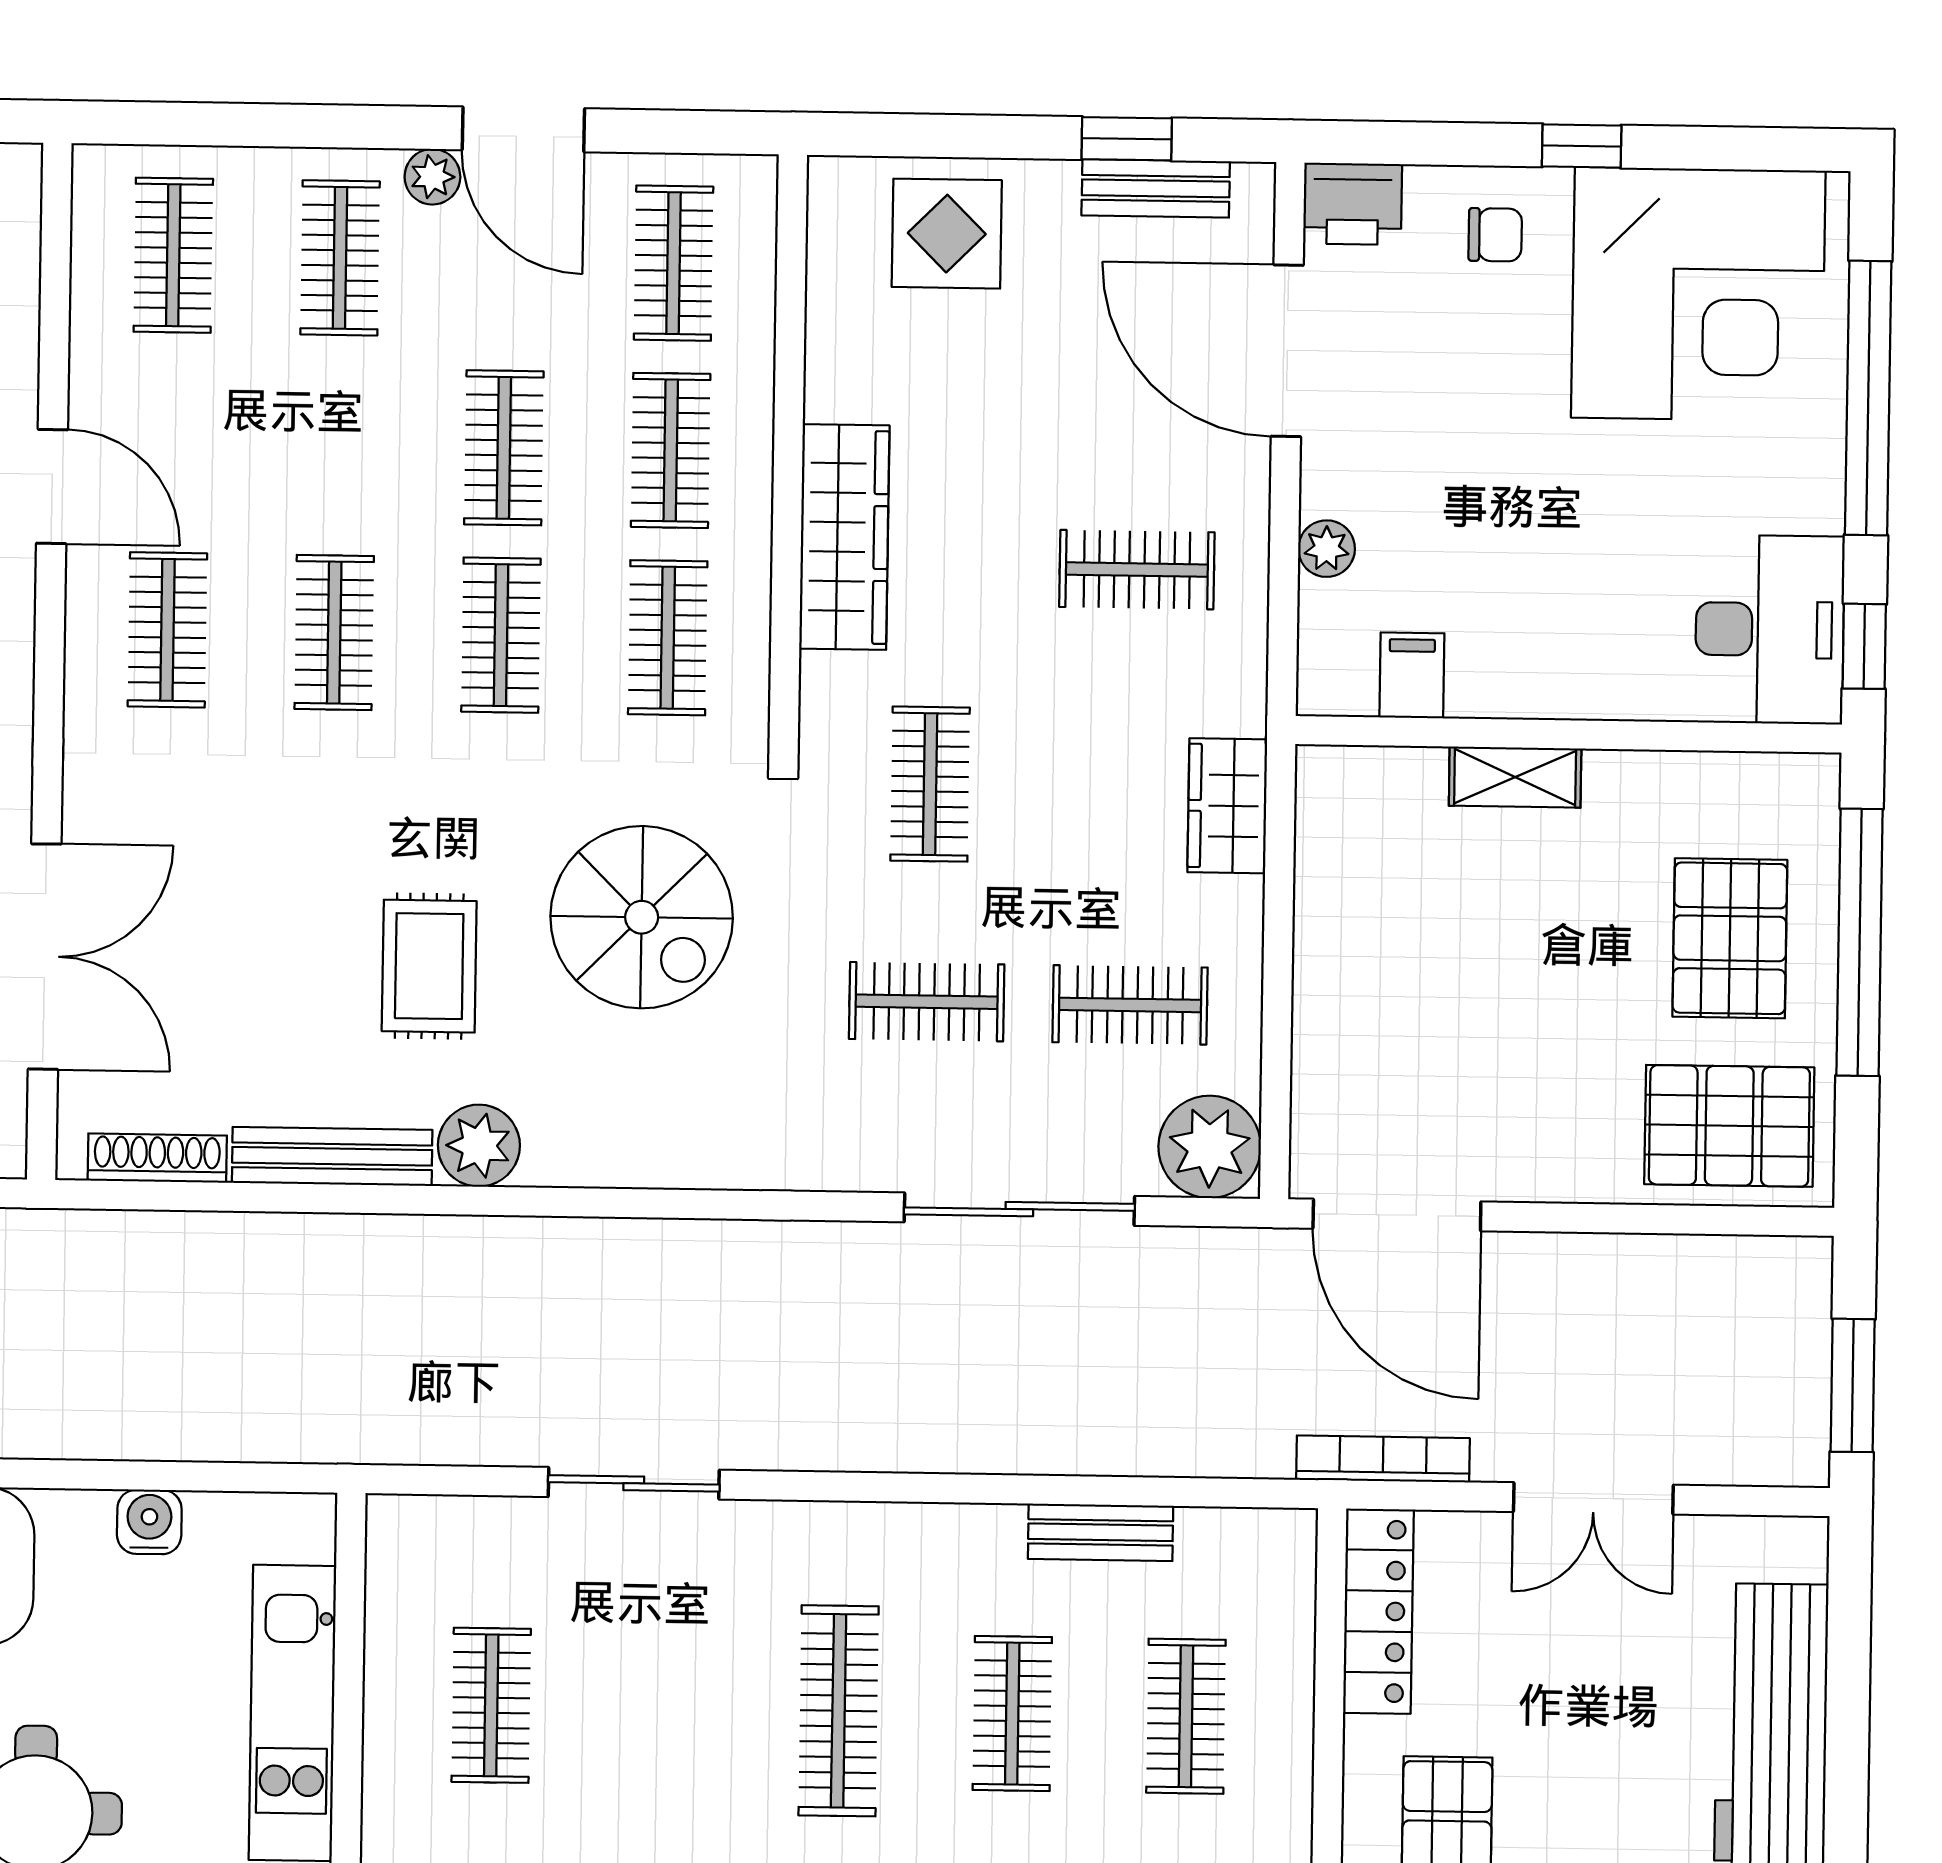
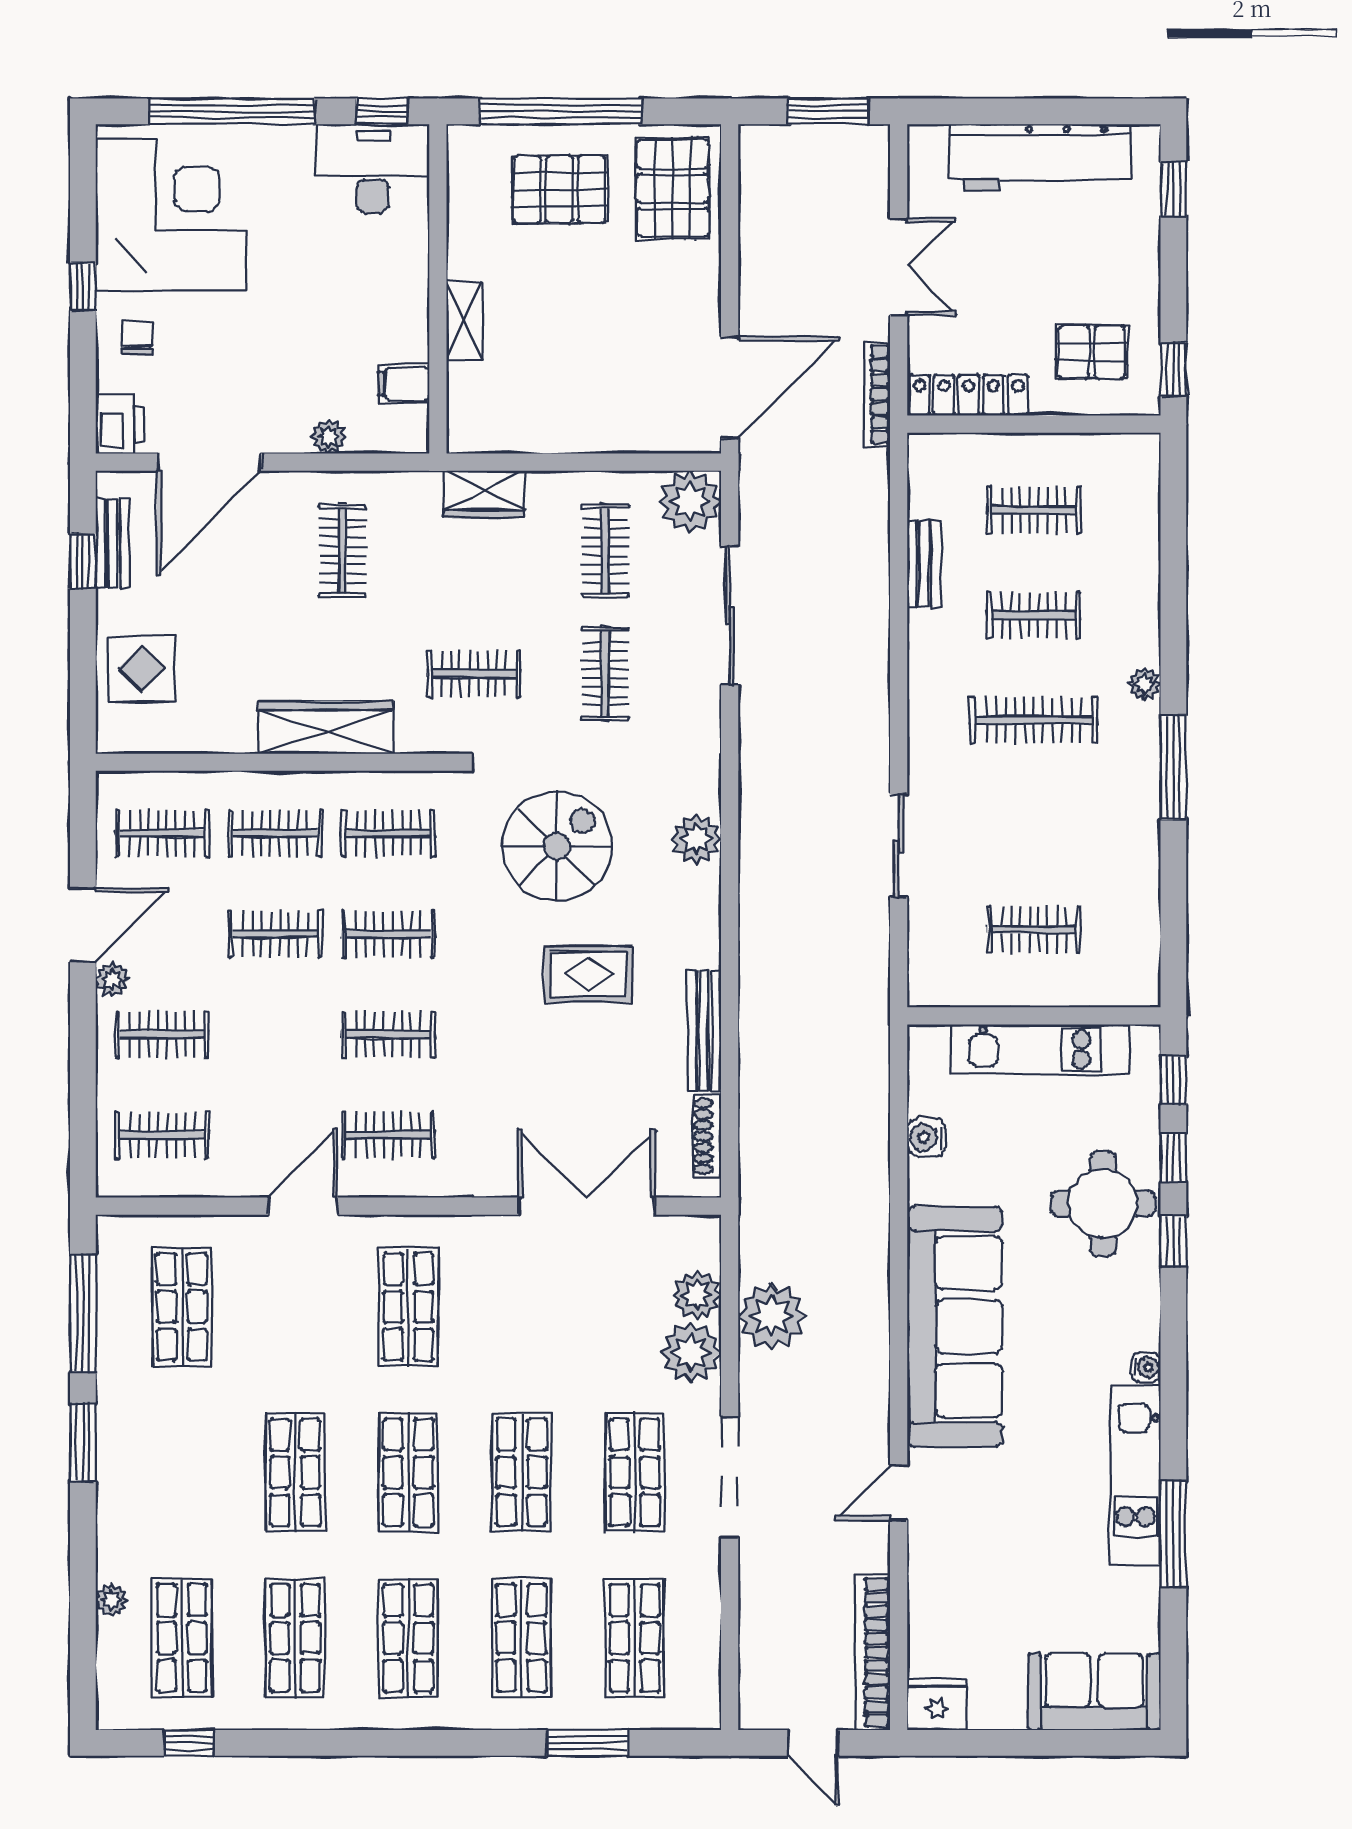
plant: (479, 1146) -> (696, 839), moved

